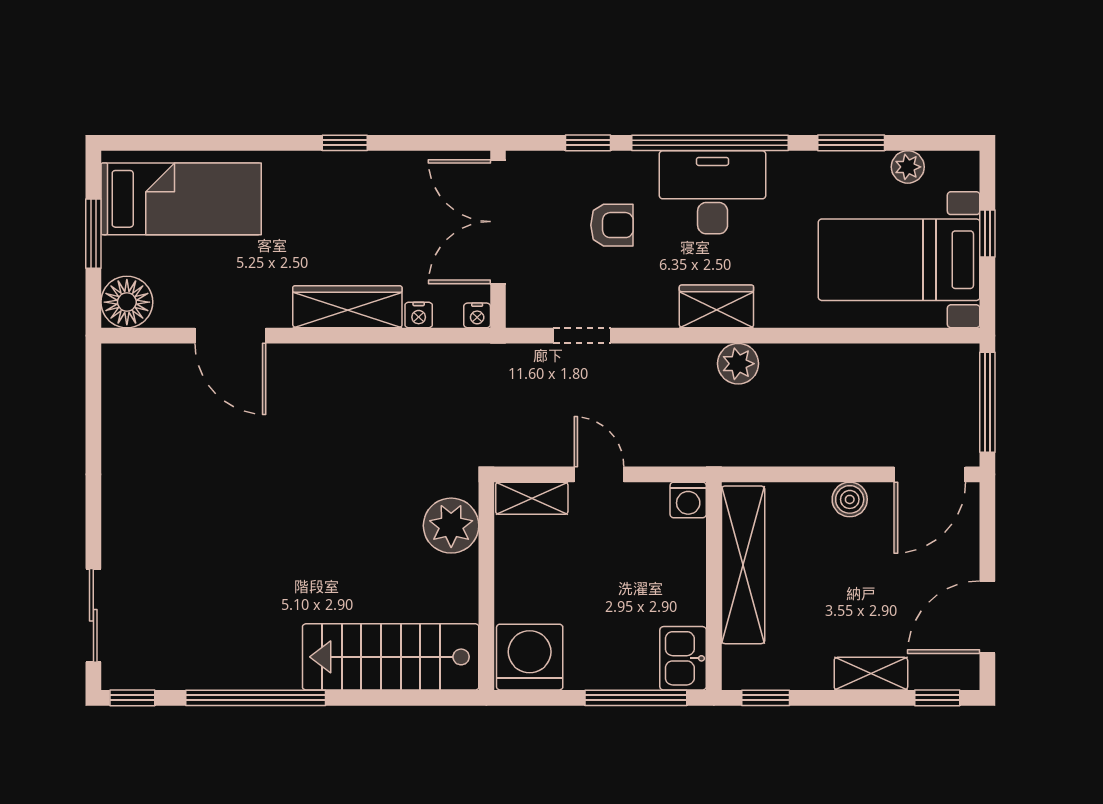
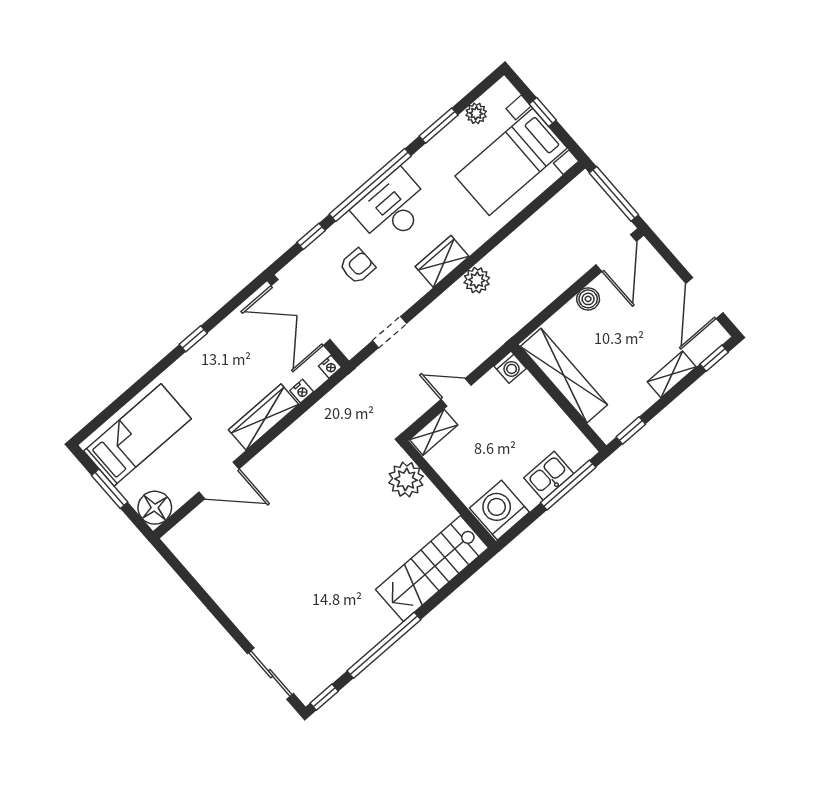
kitchen sink: (683, 658) -> (549, 476), moved, turned 90

